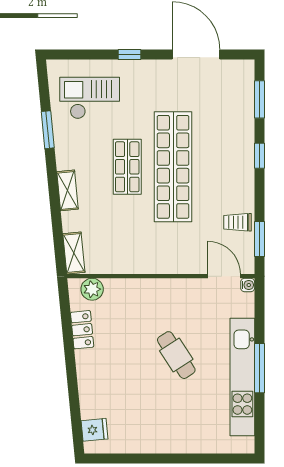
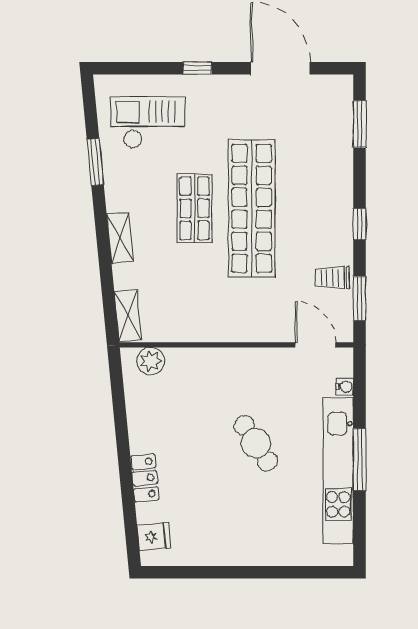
window: (259, 156) -> (360, 224), moved
water cooler: (248, 285) -> (345, 387), moved
locker: (82, 330) -> (145, 478), moved

